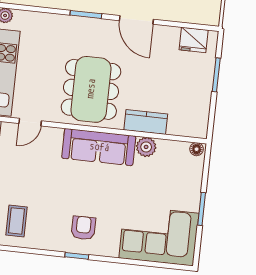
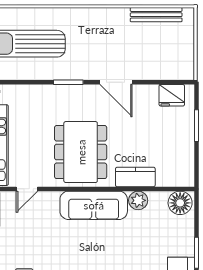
floor lamp: (197, 149) -> (180, 203), width x1.89, depth x1.89

